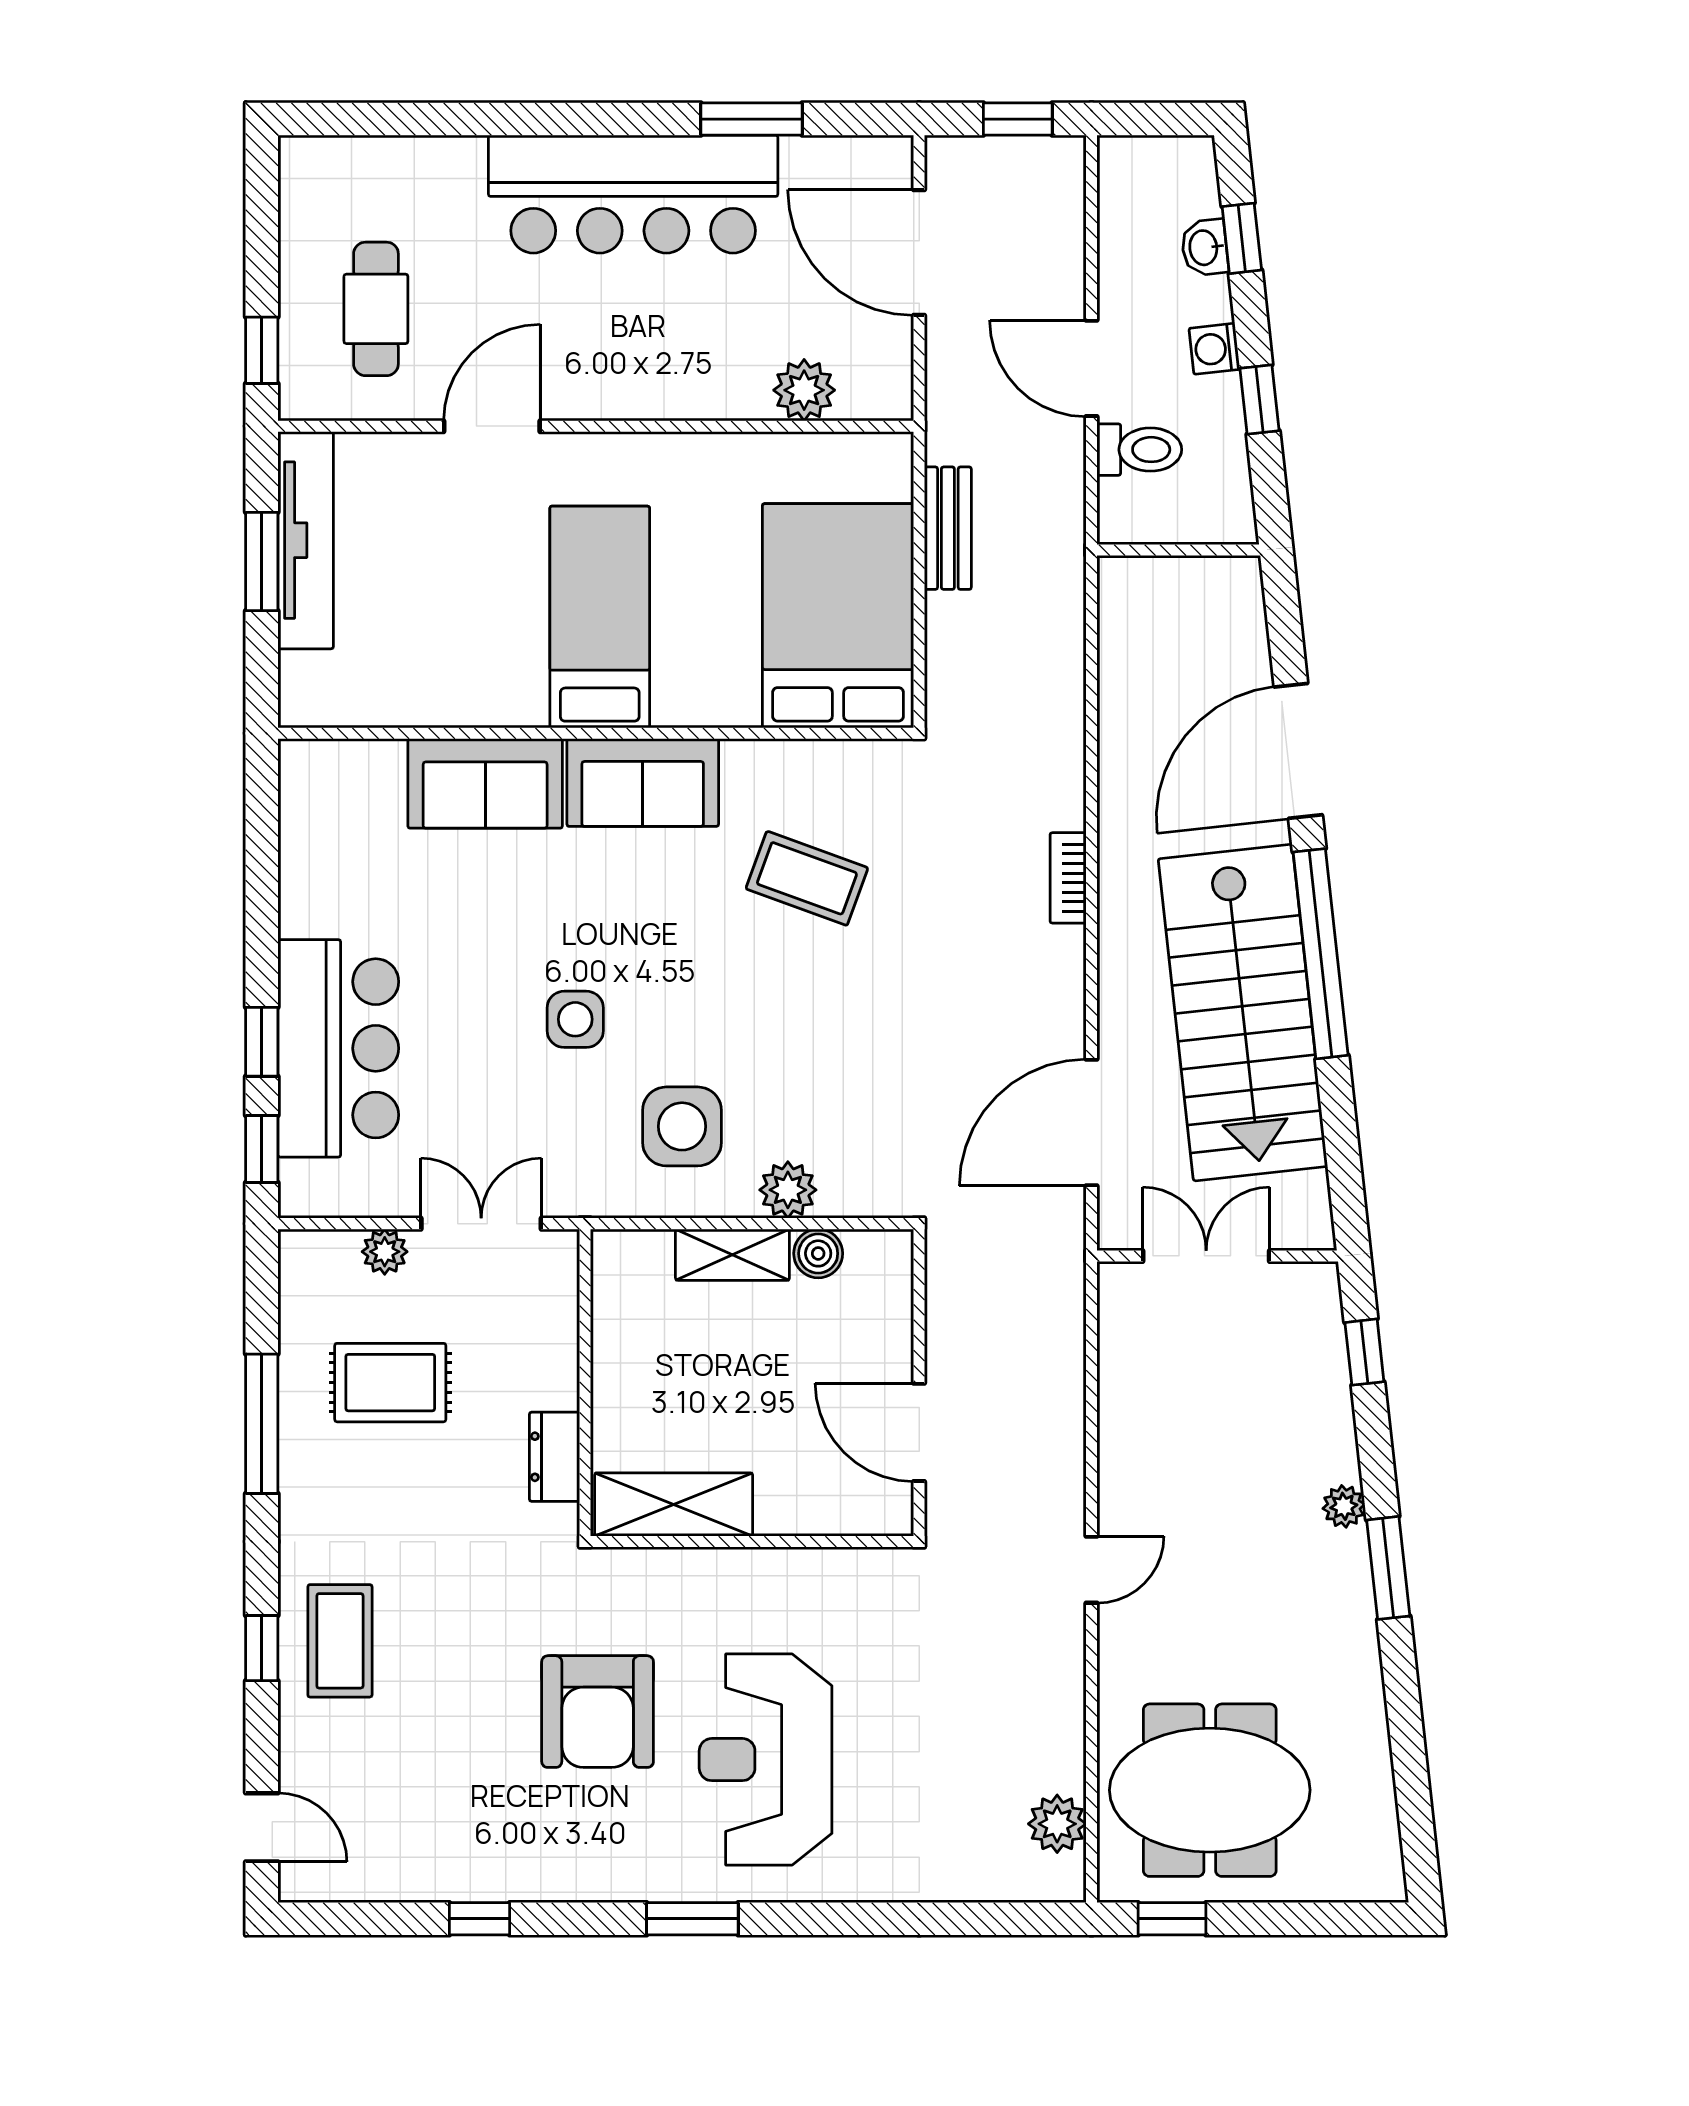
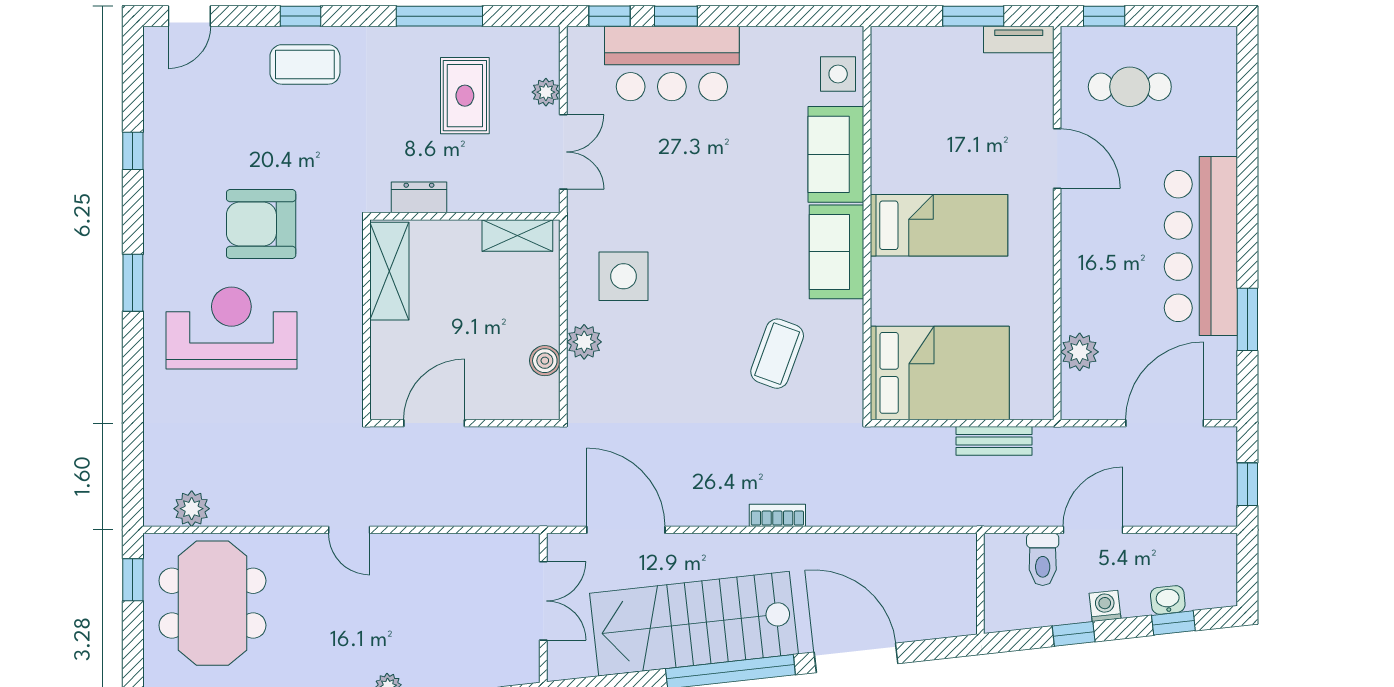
tv unit: (306, 540) -> (1019, 39), width x0.52, depth x0.78
side table: (575, 1019) -> (838, 74), moved
shelving: (732, 1255) -> (517, 235), moved, turned 90

